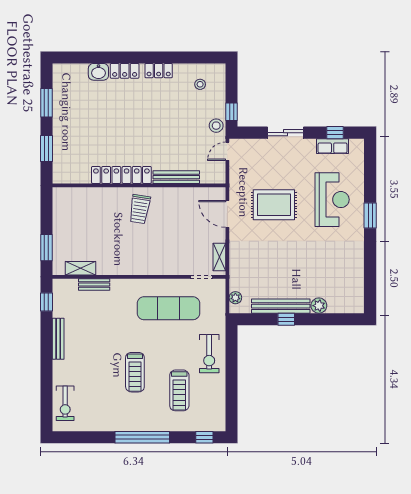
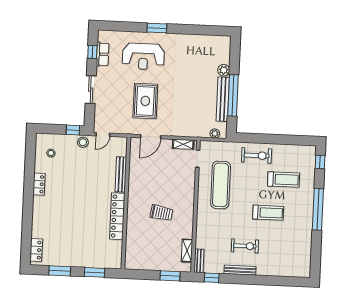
locker: (125, 71) -> (36, 250), moved
washbasin: (98, 72) -> (38, 230), removed
door: (227, 151) -> (103, 135), hinge flipped
reception desk: (332, 200) -> (143, 56), turned 180
trolley: (140, 209) -> (161, 213), moved
bench: (94, 284) -> (199, 261), moved
window: (286, 319) -> (233, 95), width x3.17
exercise bike: (65, 403) -> (245, 246), moved

